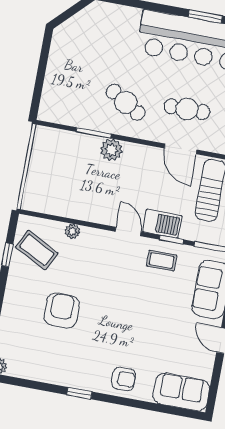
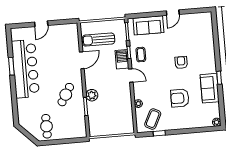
cafe table: (187, 109) -> (46, 126), moved
door: (128, 232) -> (131, 75), swing flipped
armchair: (124, 379) -> (181, 63), moved
sofa: (181, 392) -> (210, 88), moved

